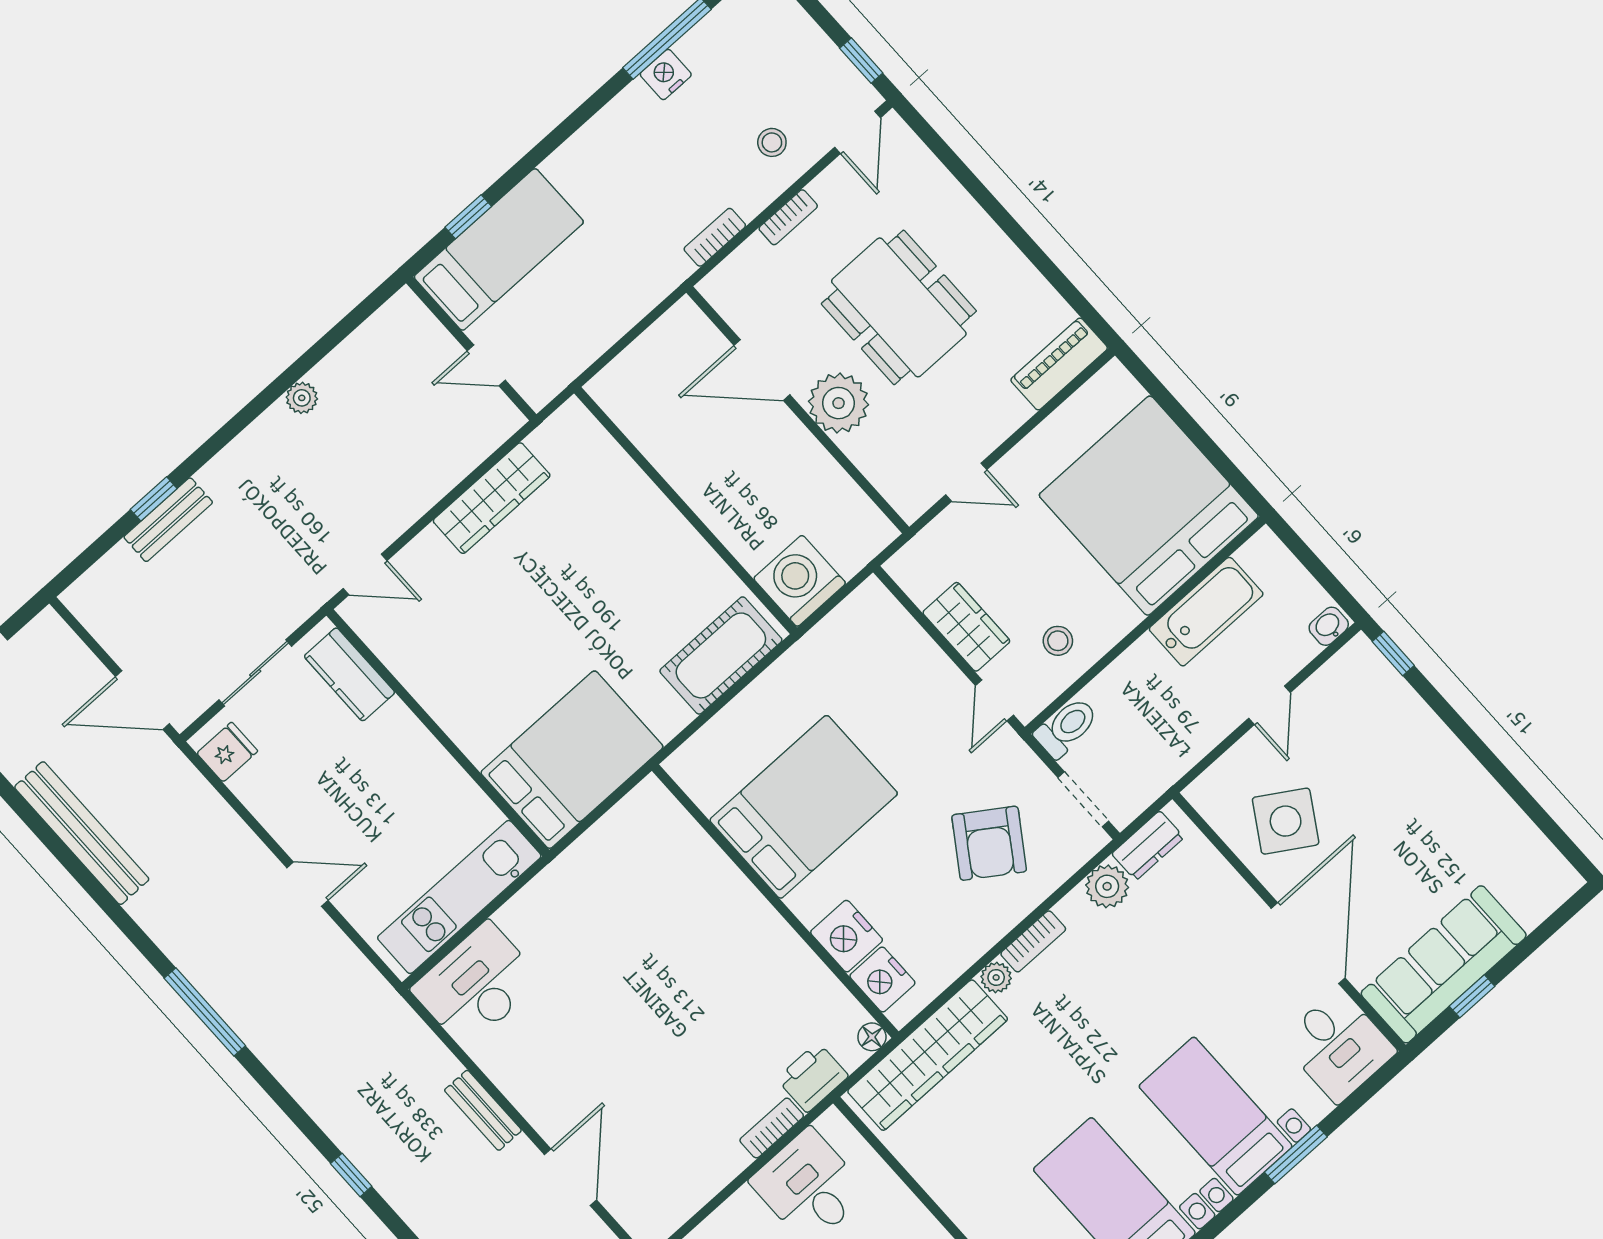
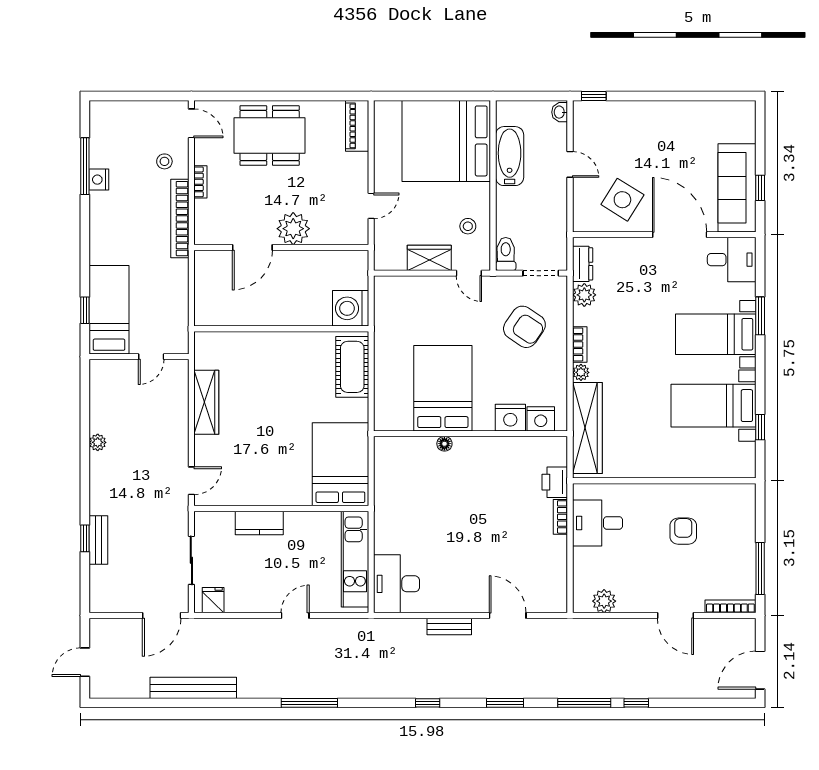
window: (861, 61) -> (164, 96), removed
bookcase: (715, 237) -> (180, 219), width x2.31, depth x1.31
dining table: (899, 307) -> (270, 136), moved
kitchen counter: (349, 674) -> (259, 523), moved
floor lamp: (872, 1037) -> (444, 444), moved

